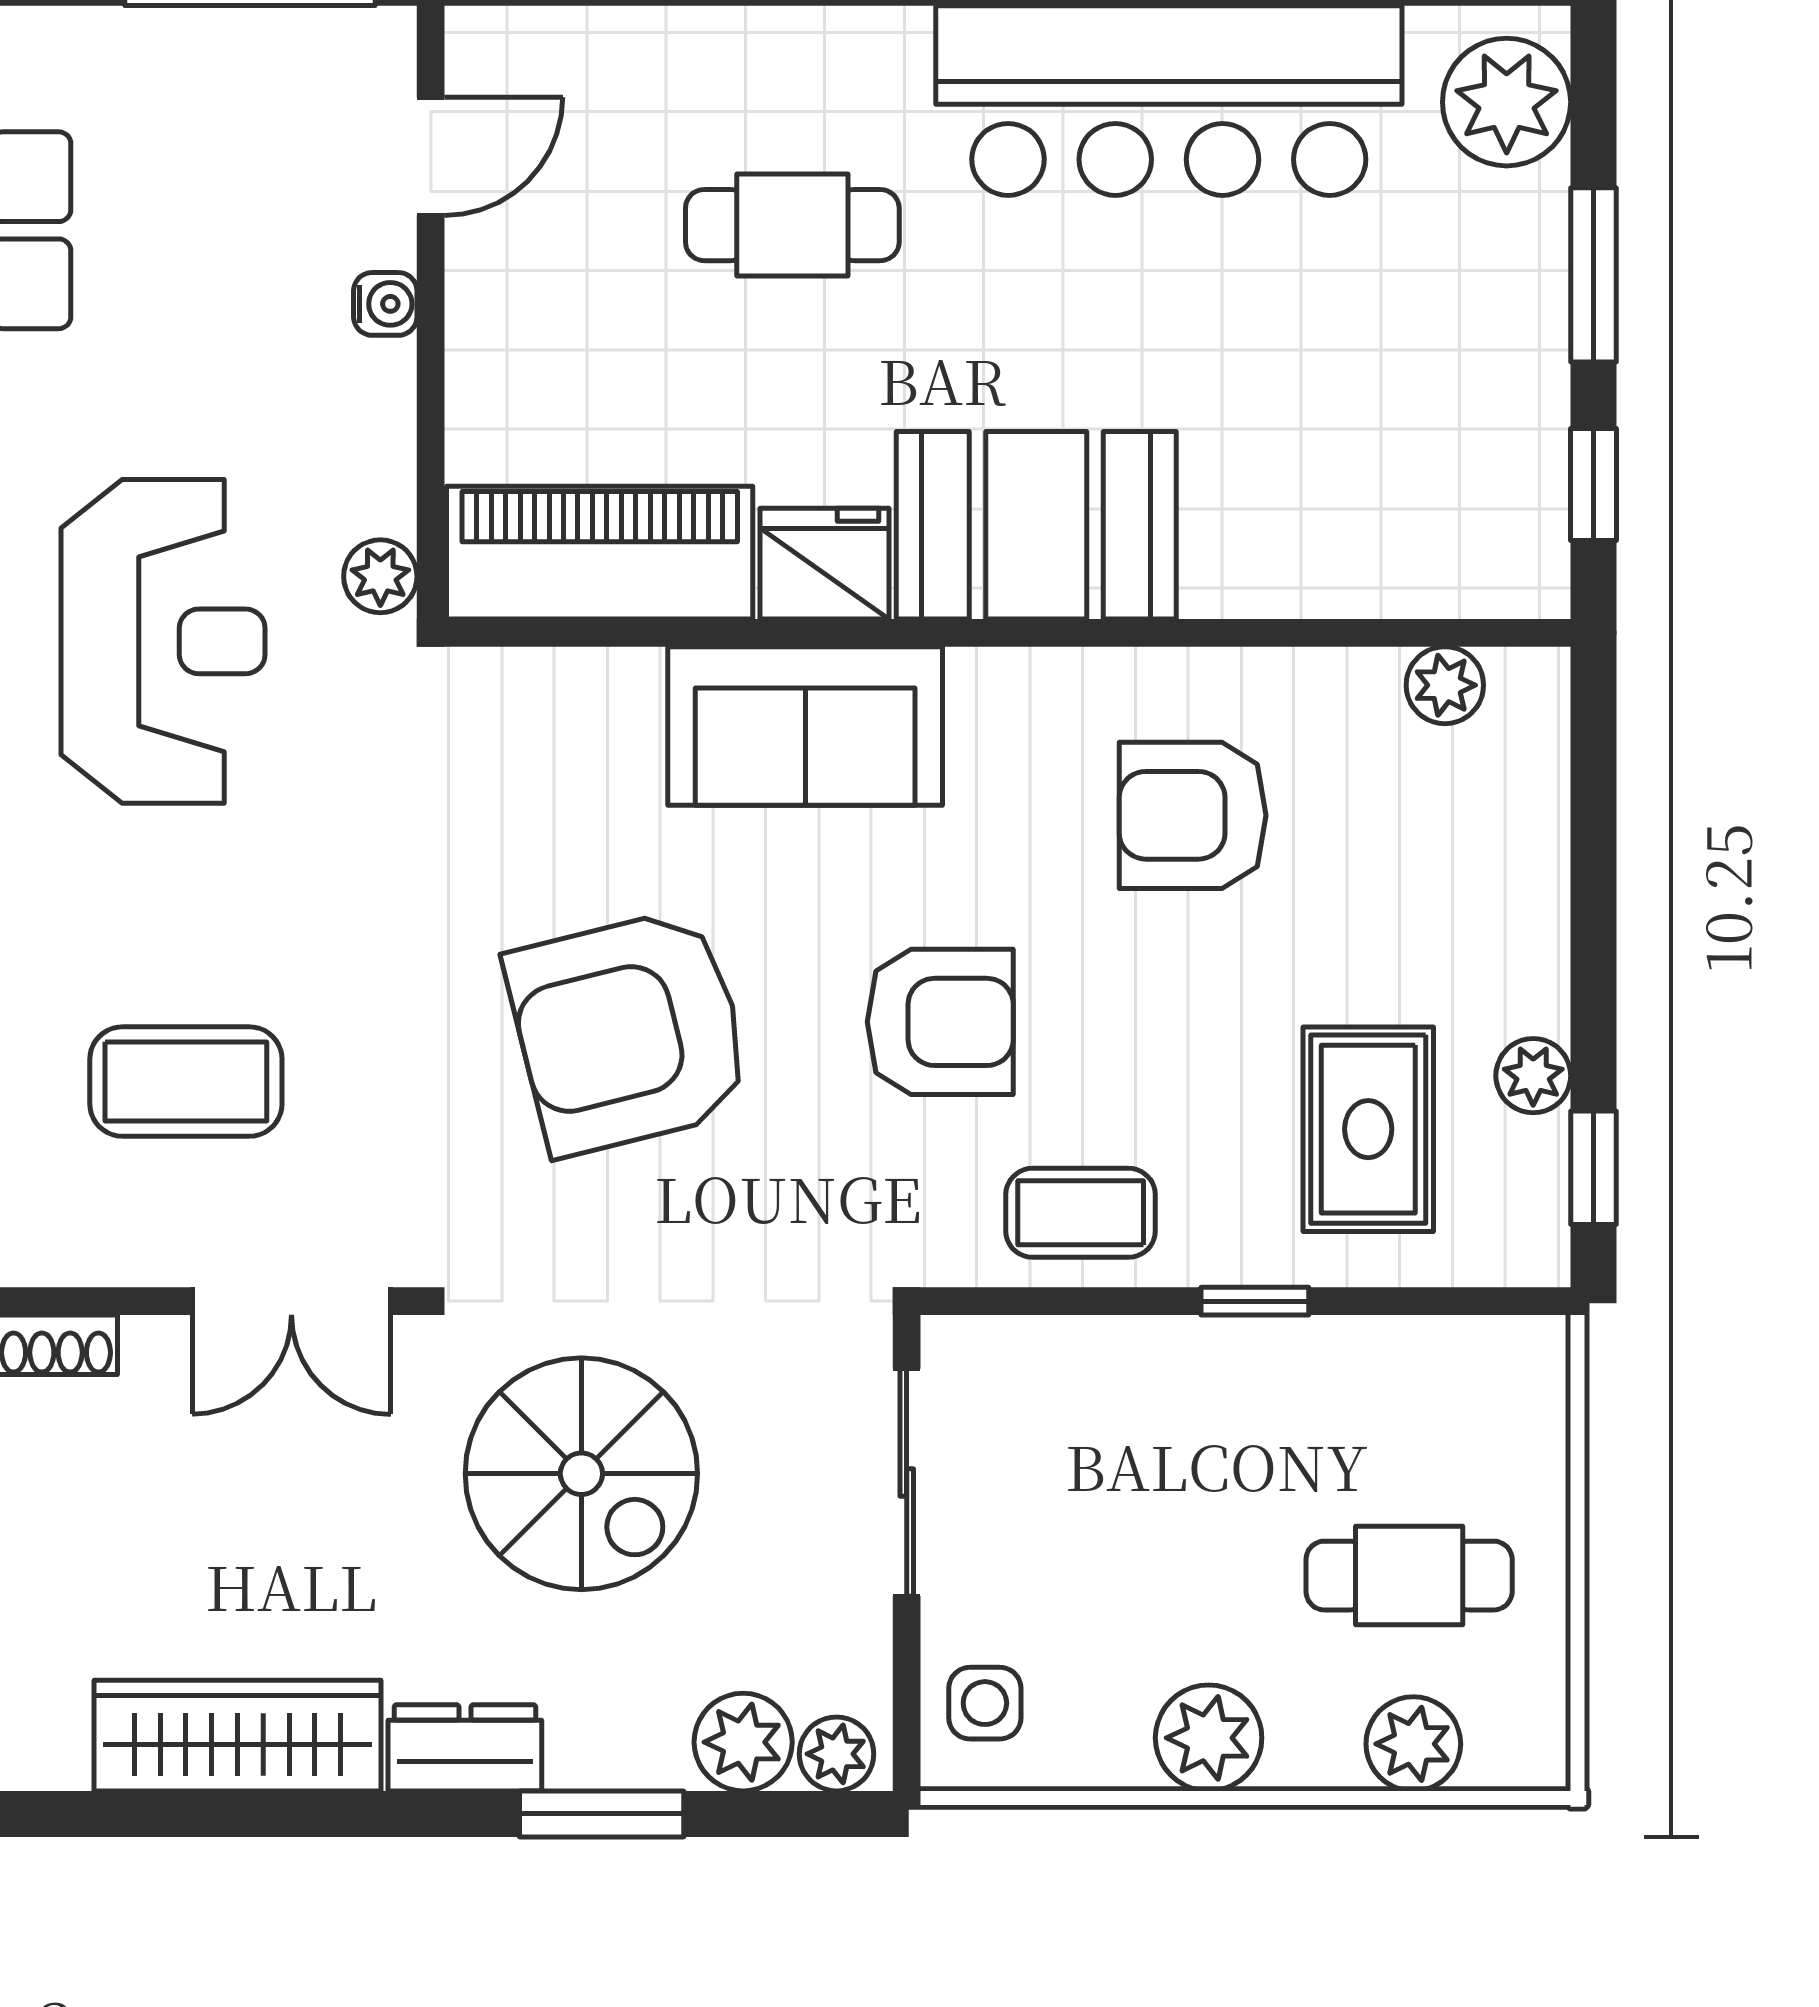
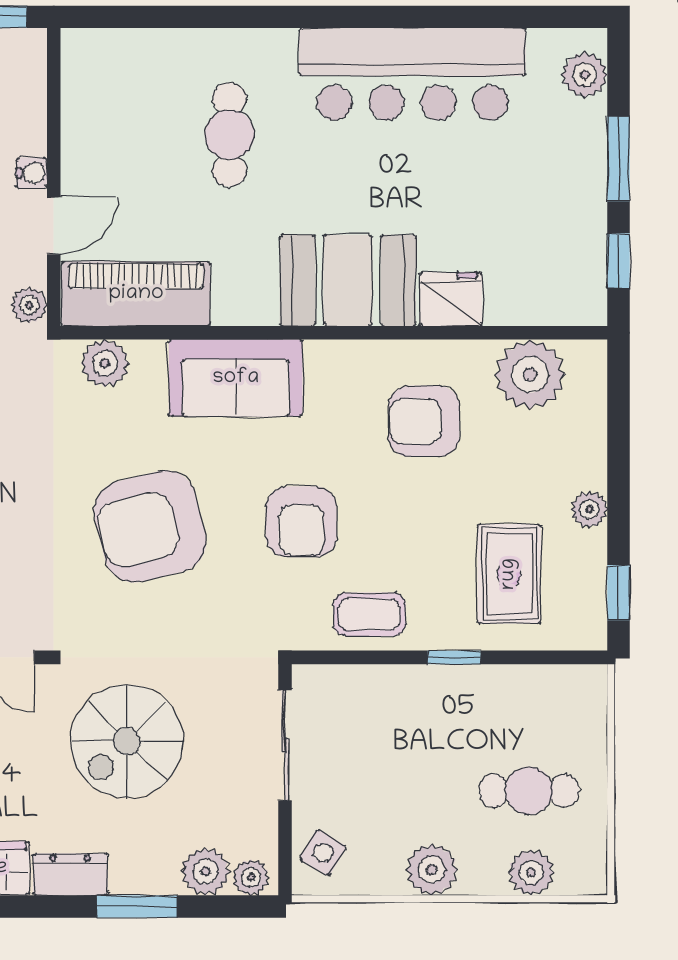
plant: (1507, 102) -> (585, 75), width x0.73, depth x0.73
door: (431, 156) -> (54, 226), moved
cafe table: (792, 225) -> (229, 135), turned 90
fridge: (825, 564) -> (451, 299), moved
plant: (1445, 685) -> (530, 375), width x1.88, depth x1.88
plant: (536, 696) -> (105, 363), added
armchair: (940, 1022) -> (301, 522), turned 90
plant: (1533, 1076) -> (589, 509), moved
spiral stairs: (581, 1474) -> (127, 741), turned 90
side table: (985, 1703) -> (323, 853), turned 31

